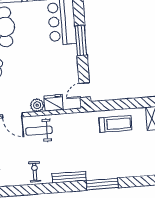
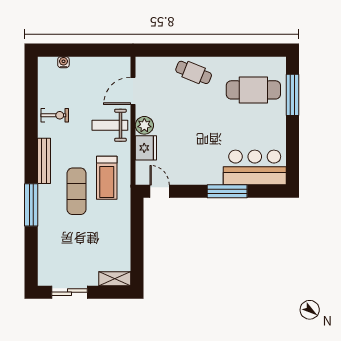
treadmill: (115, 124) -> (107, 178), moved
weight bench: (39, 131) -> (110, 125), turned -90
exercise mat: (90, 151) -> (76, 191), added

